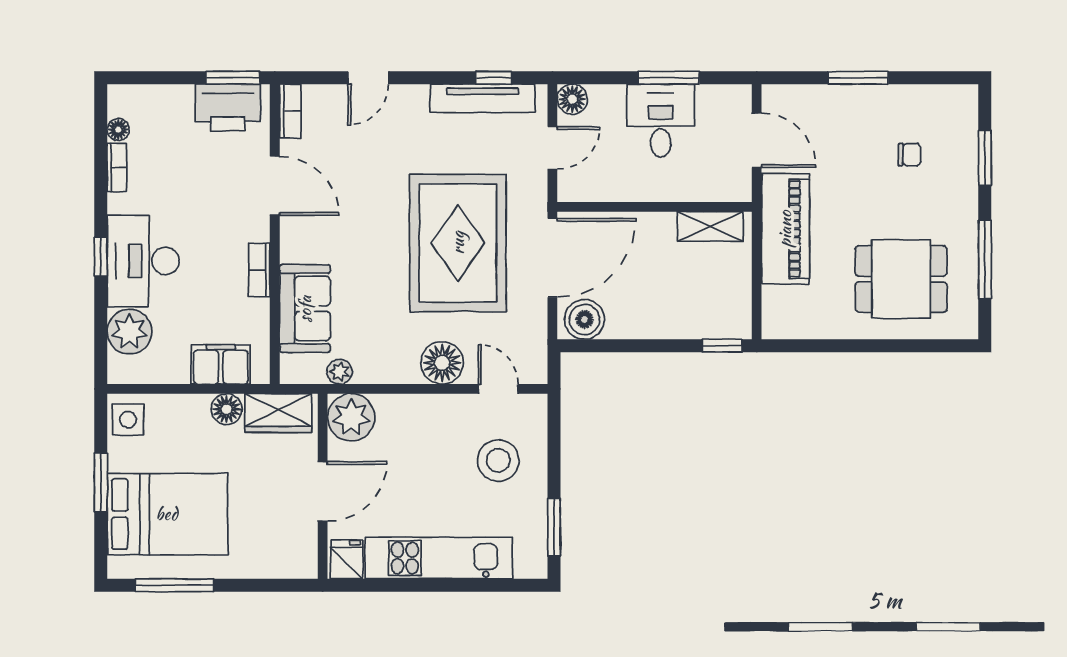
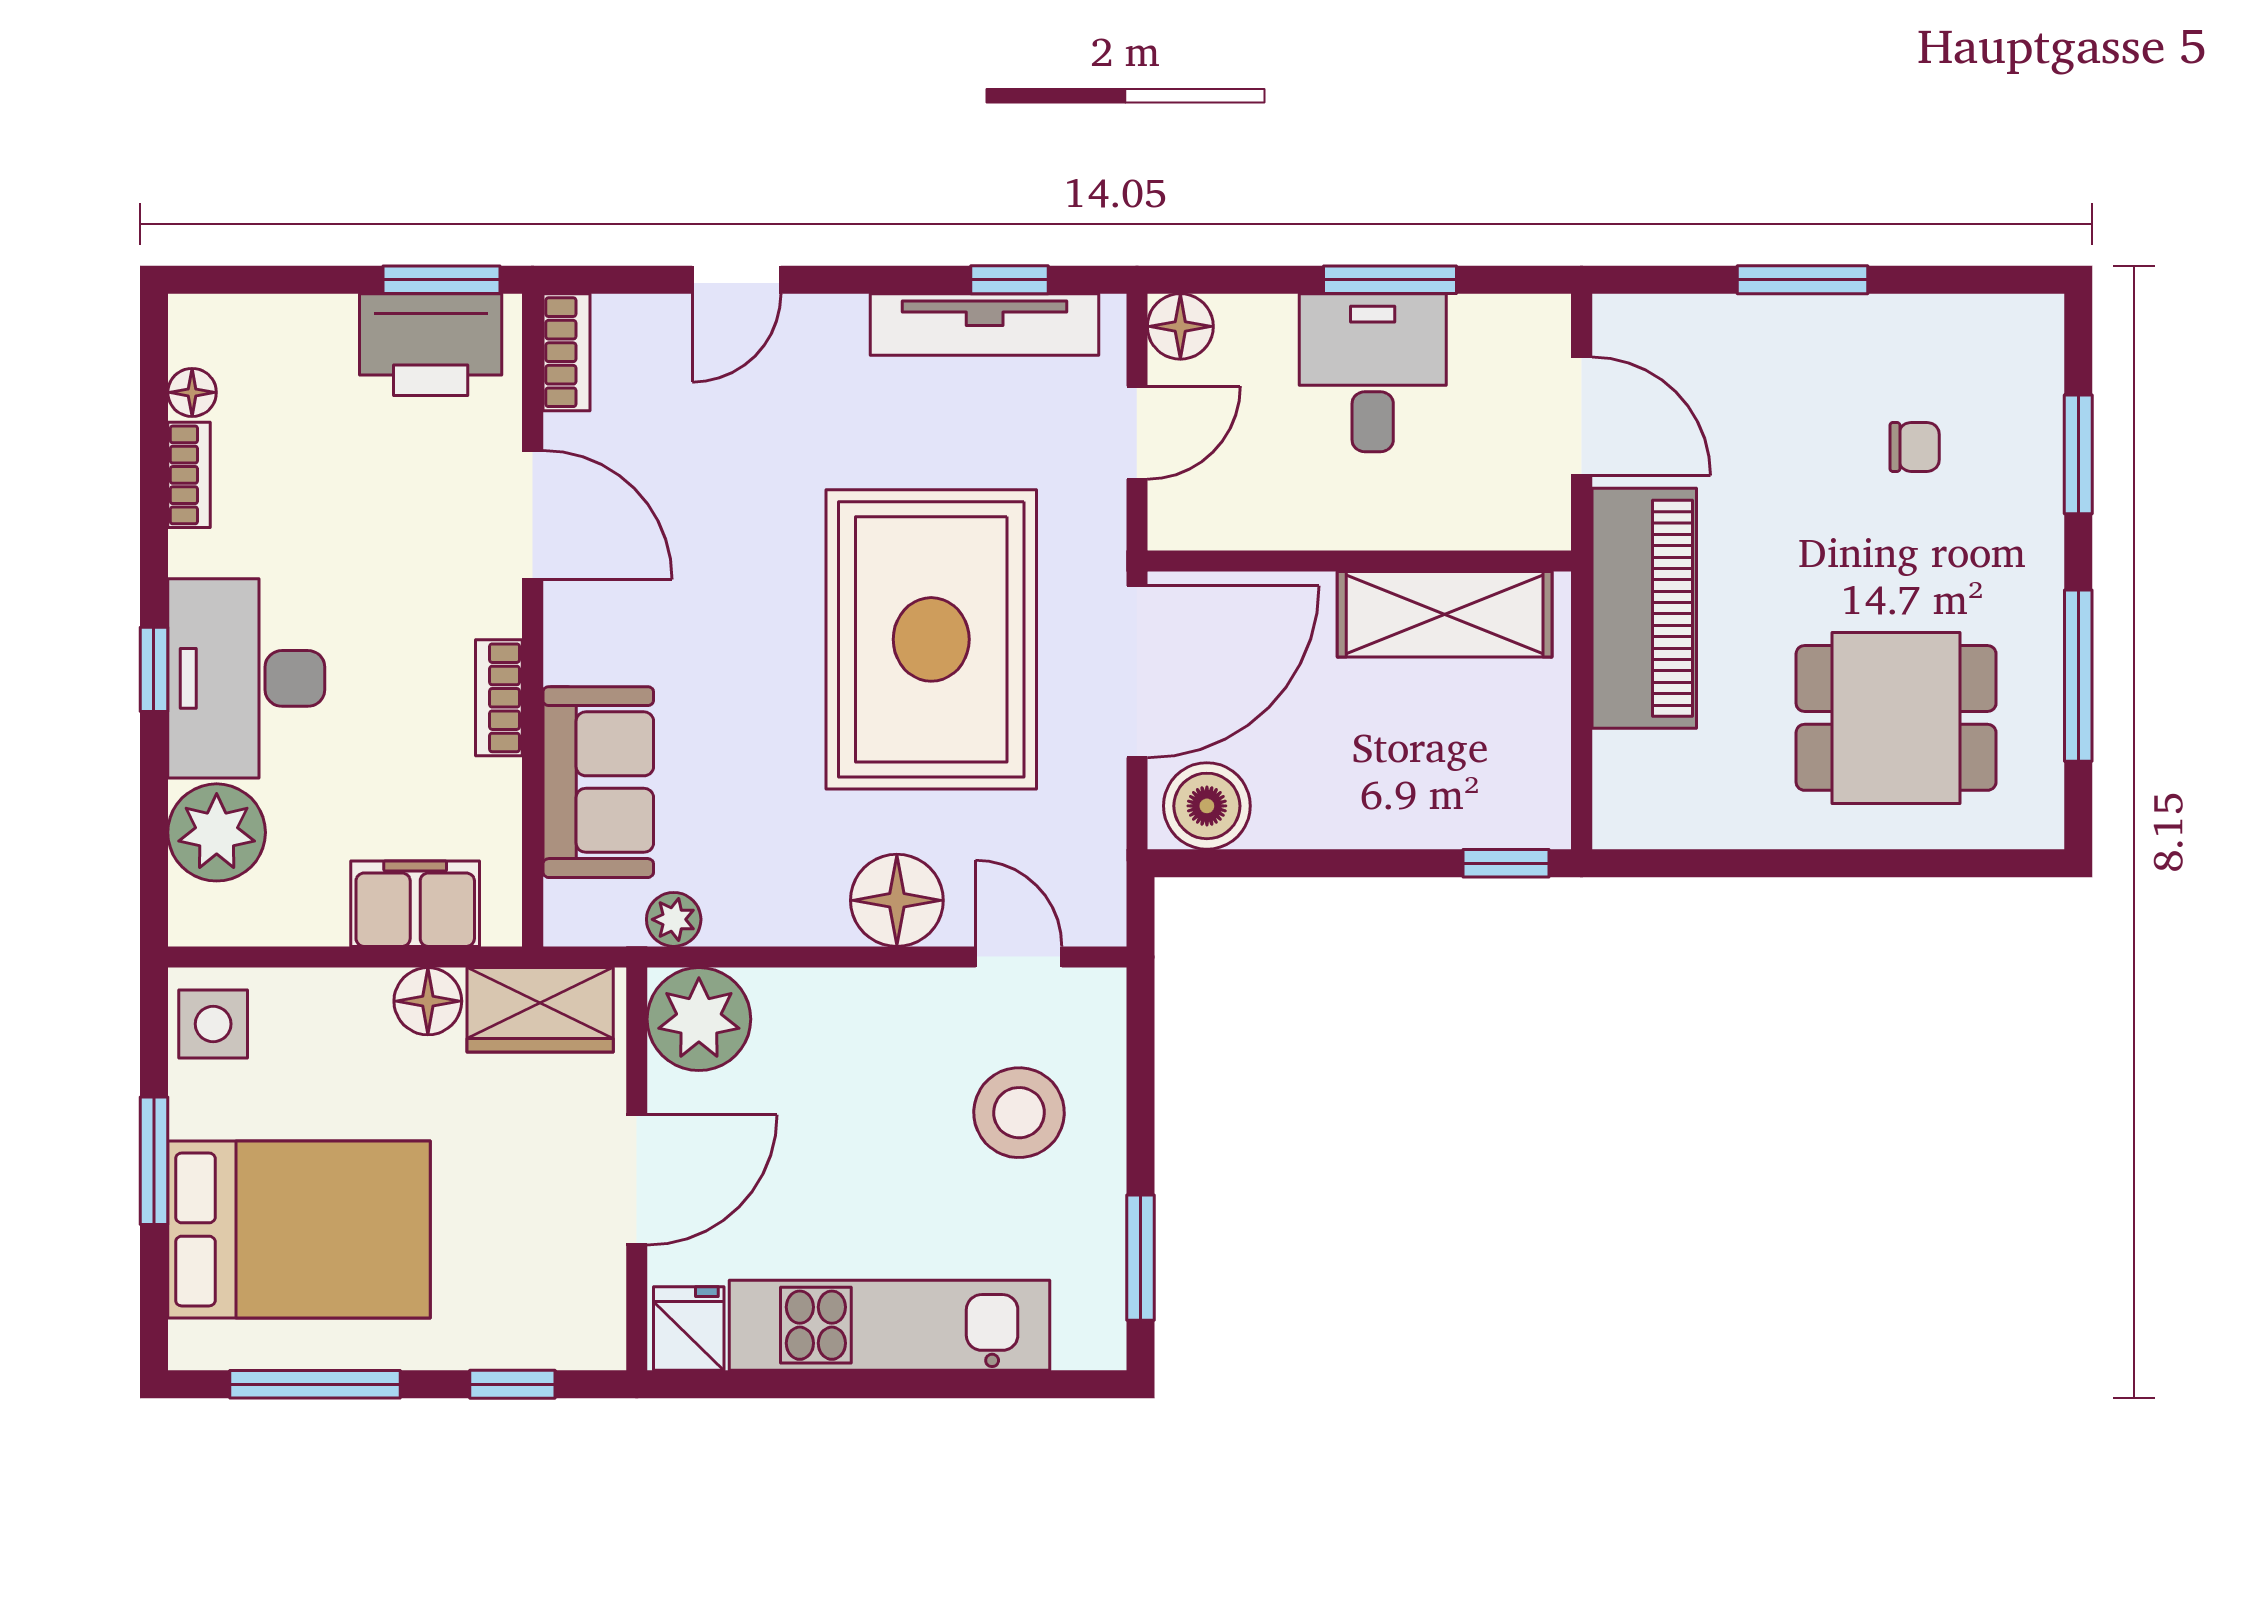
shelving: (710, 227) -> (1445, 614), width x1.50, depth x1.33
window: (266, 585) -> (512, 1384), added

